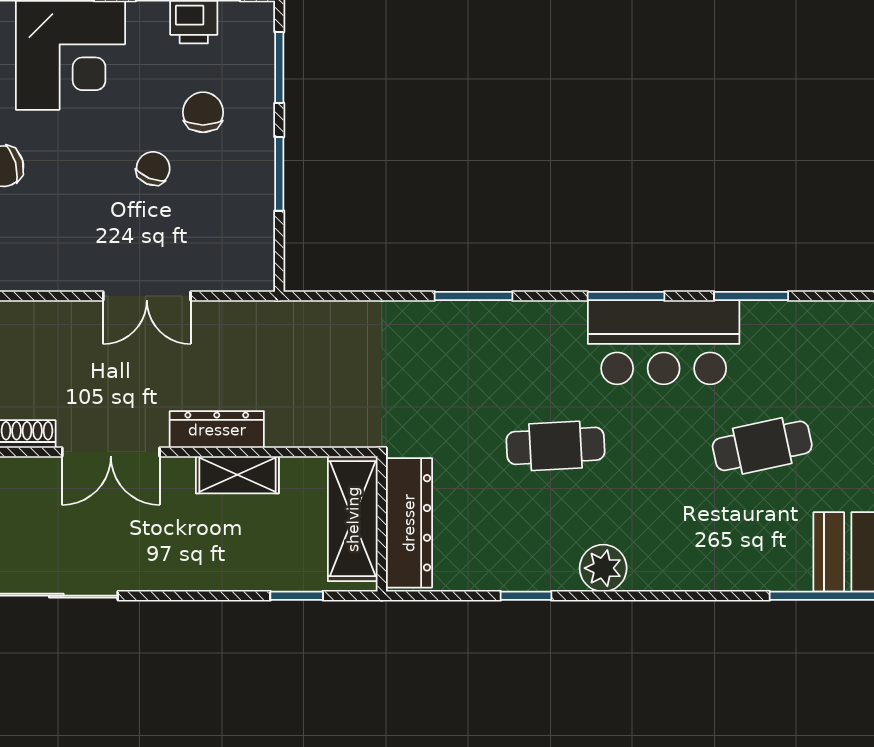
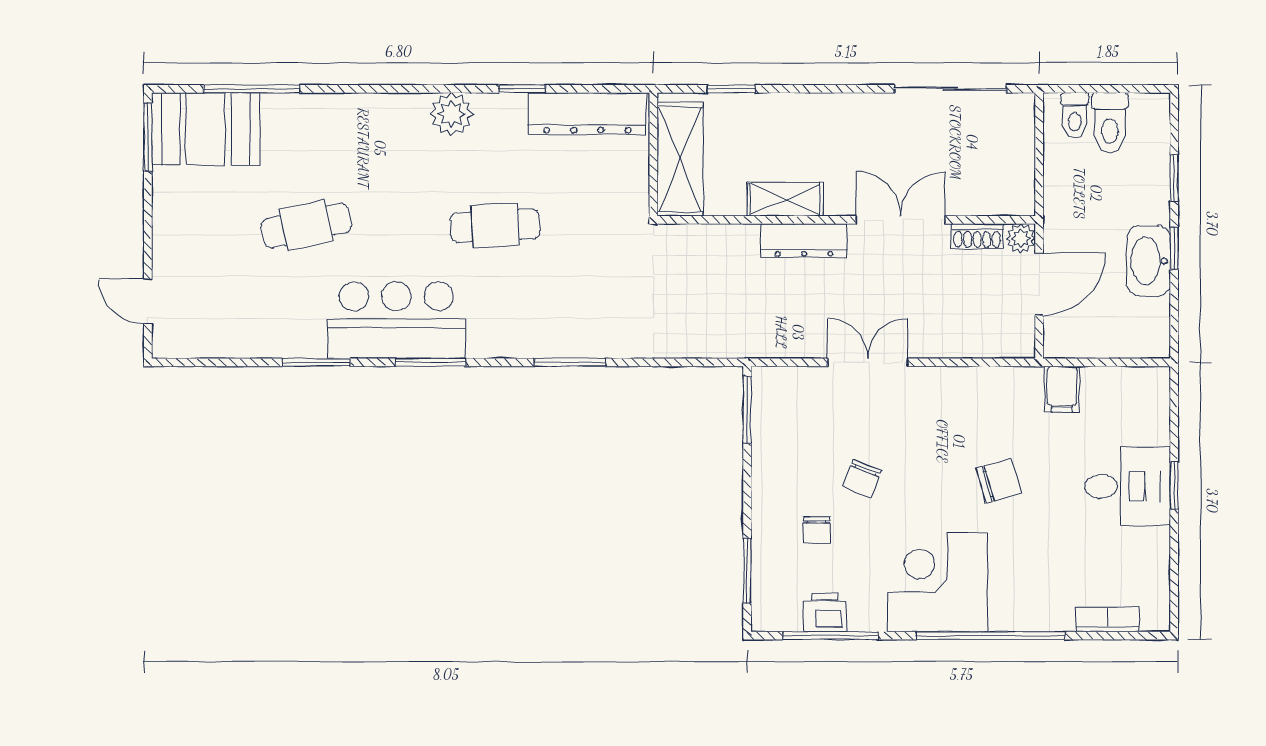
chair: (203, 112) -> (817, 530), width x0.73, depth x0.73
window: (279, 174) -> (747, 410), moved
dresser: (409, 523) -> (587, 114), moved, turned -90

